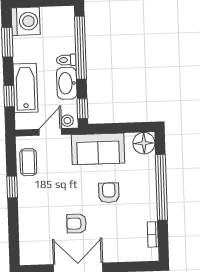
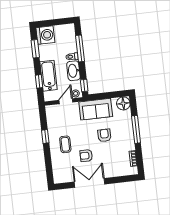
window: (80, 48) -> (80, 48), width x0.68
coffee table: (28, 162) -> (65, 144), moved
window: (161, 187) -> (136, 129), width x0.68

